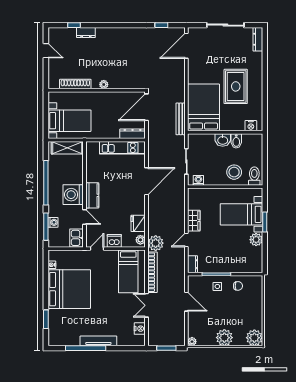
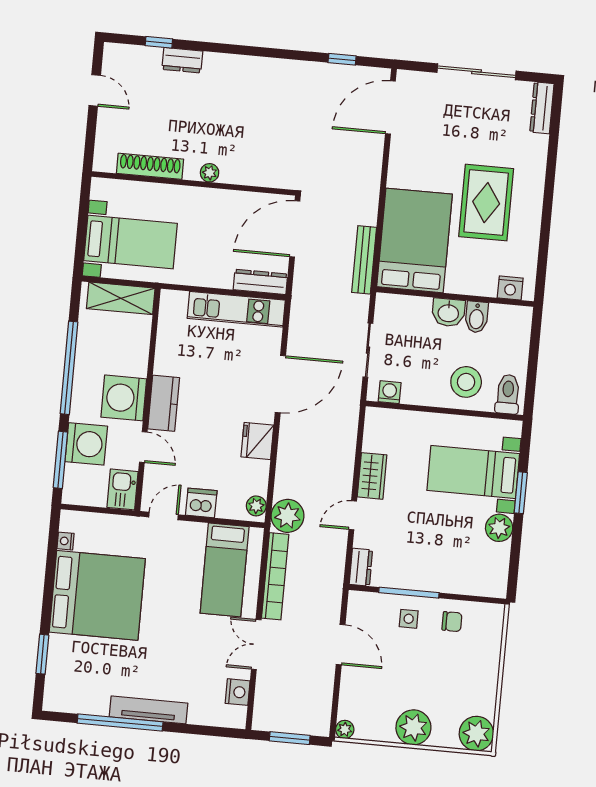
washing machine: (53, 222) -> (86, 444), width x1.89, depth x1.89
fridge: (138, 223) -> (257, 441), moved

